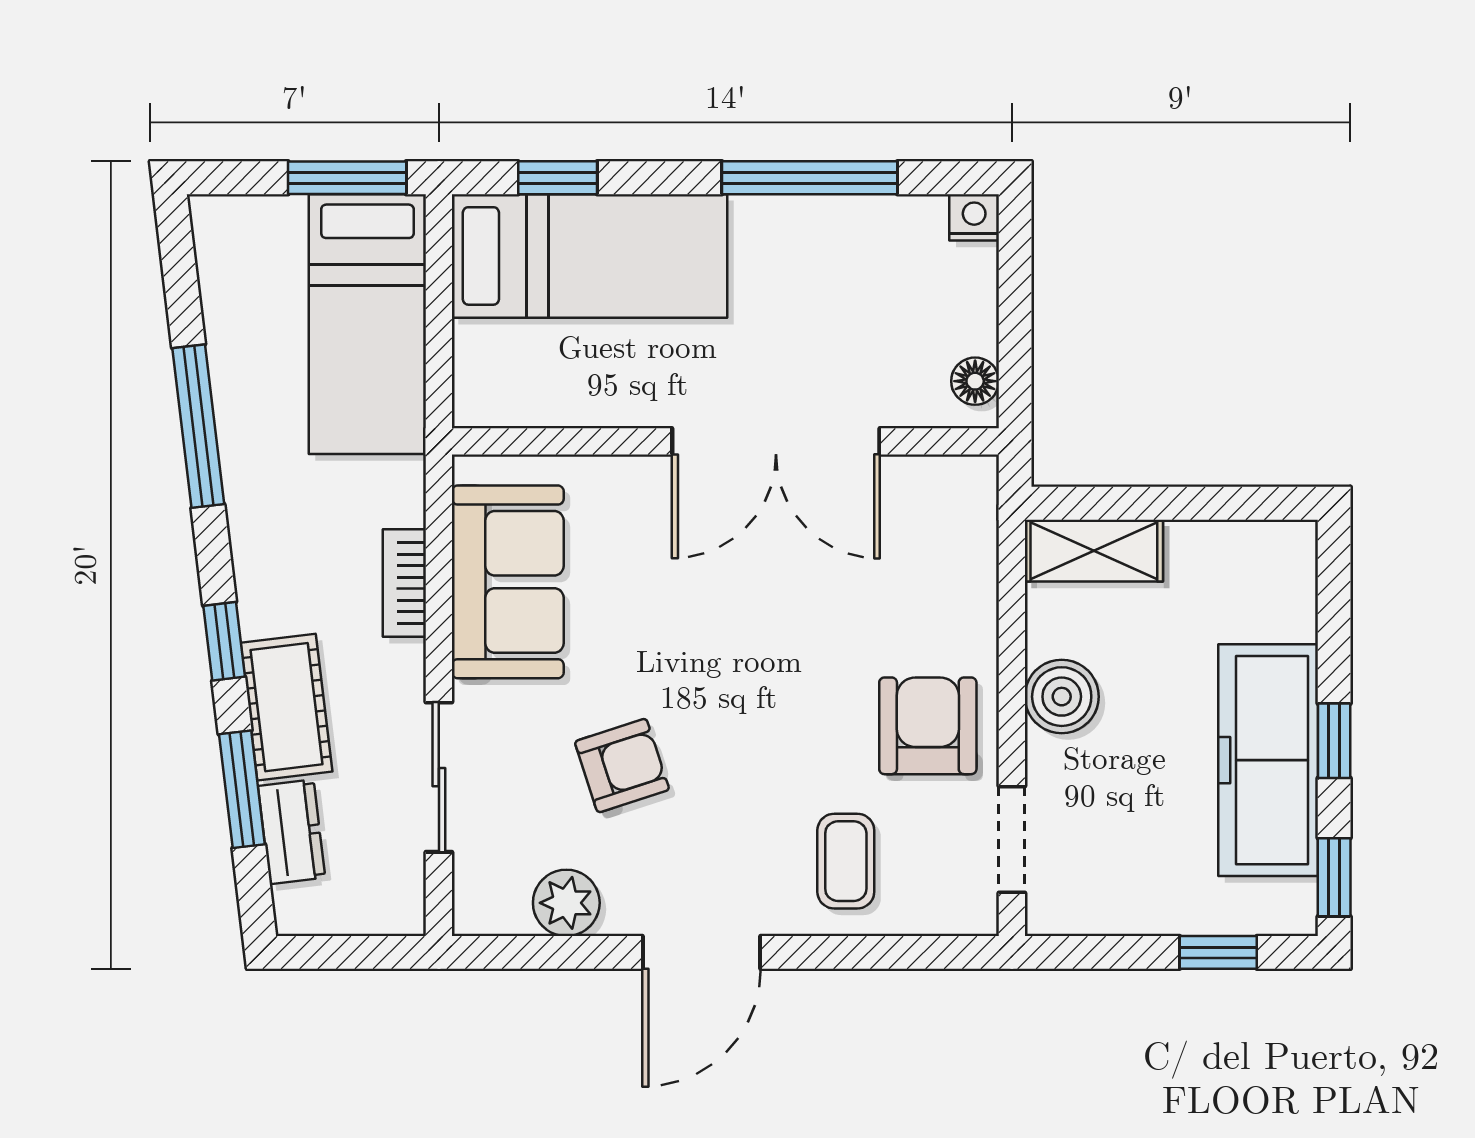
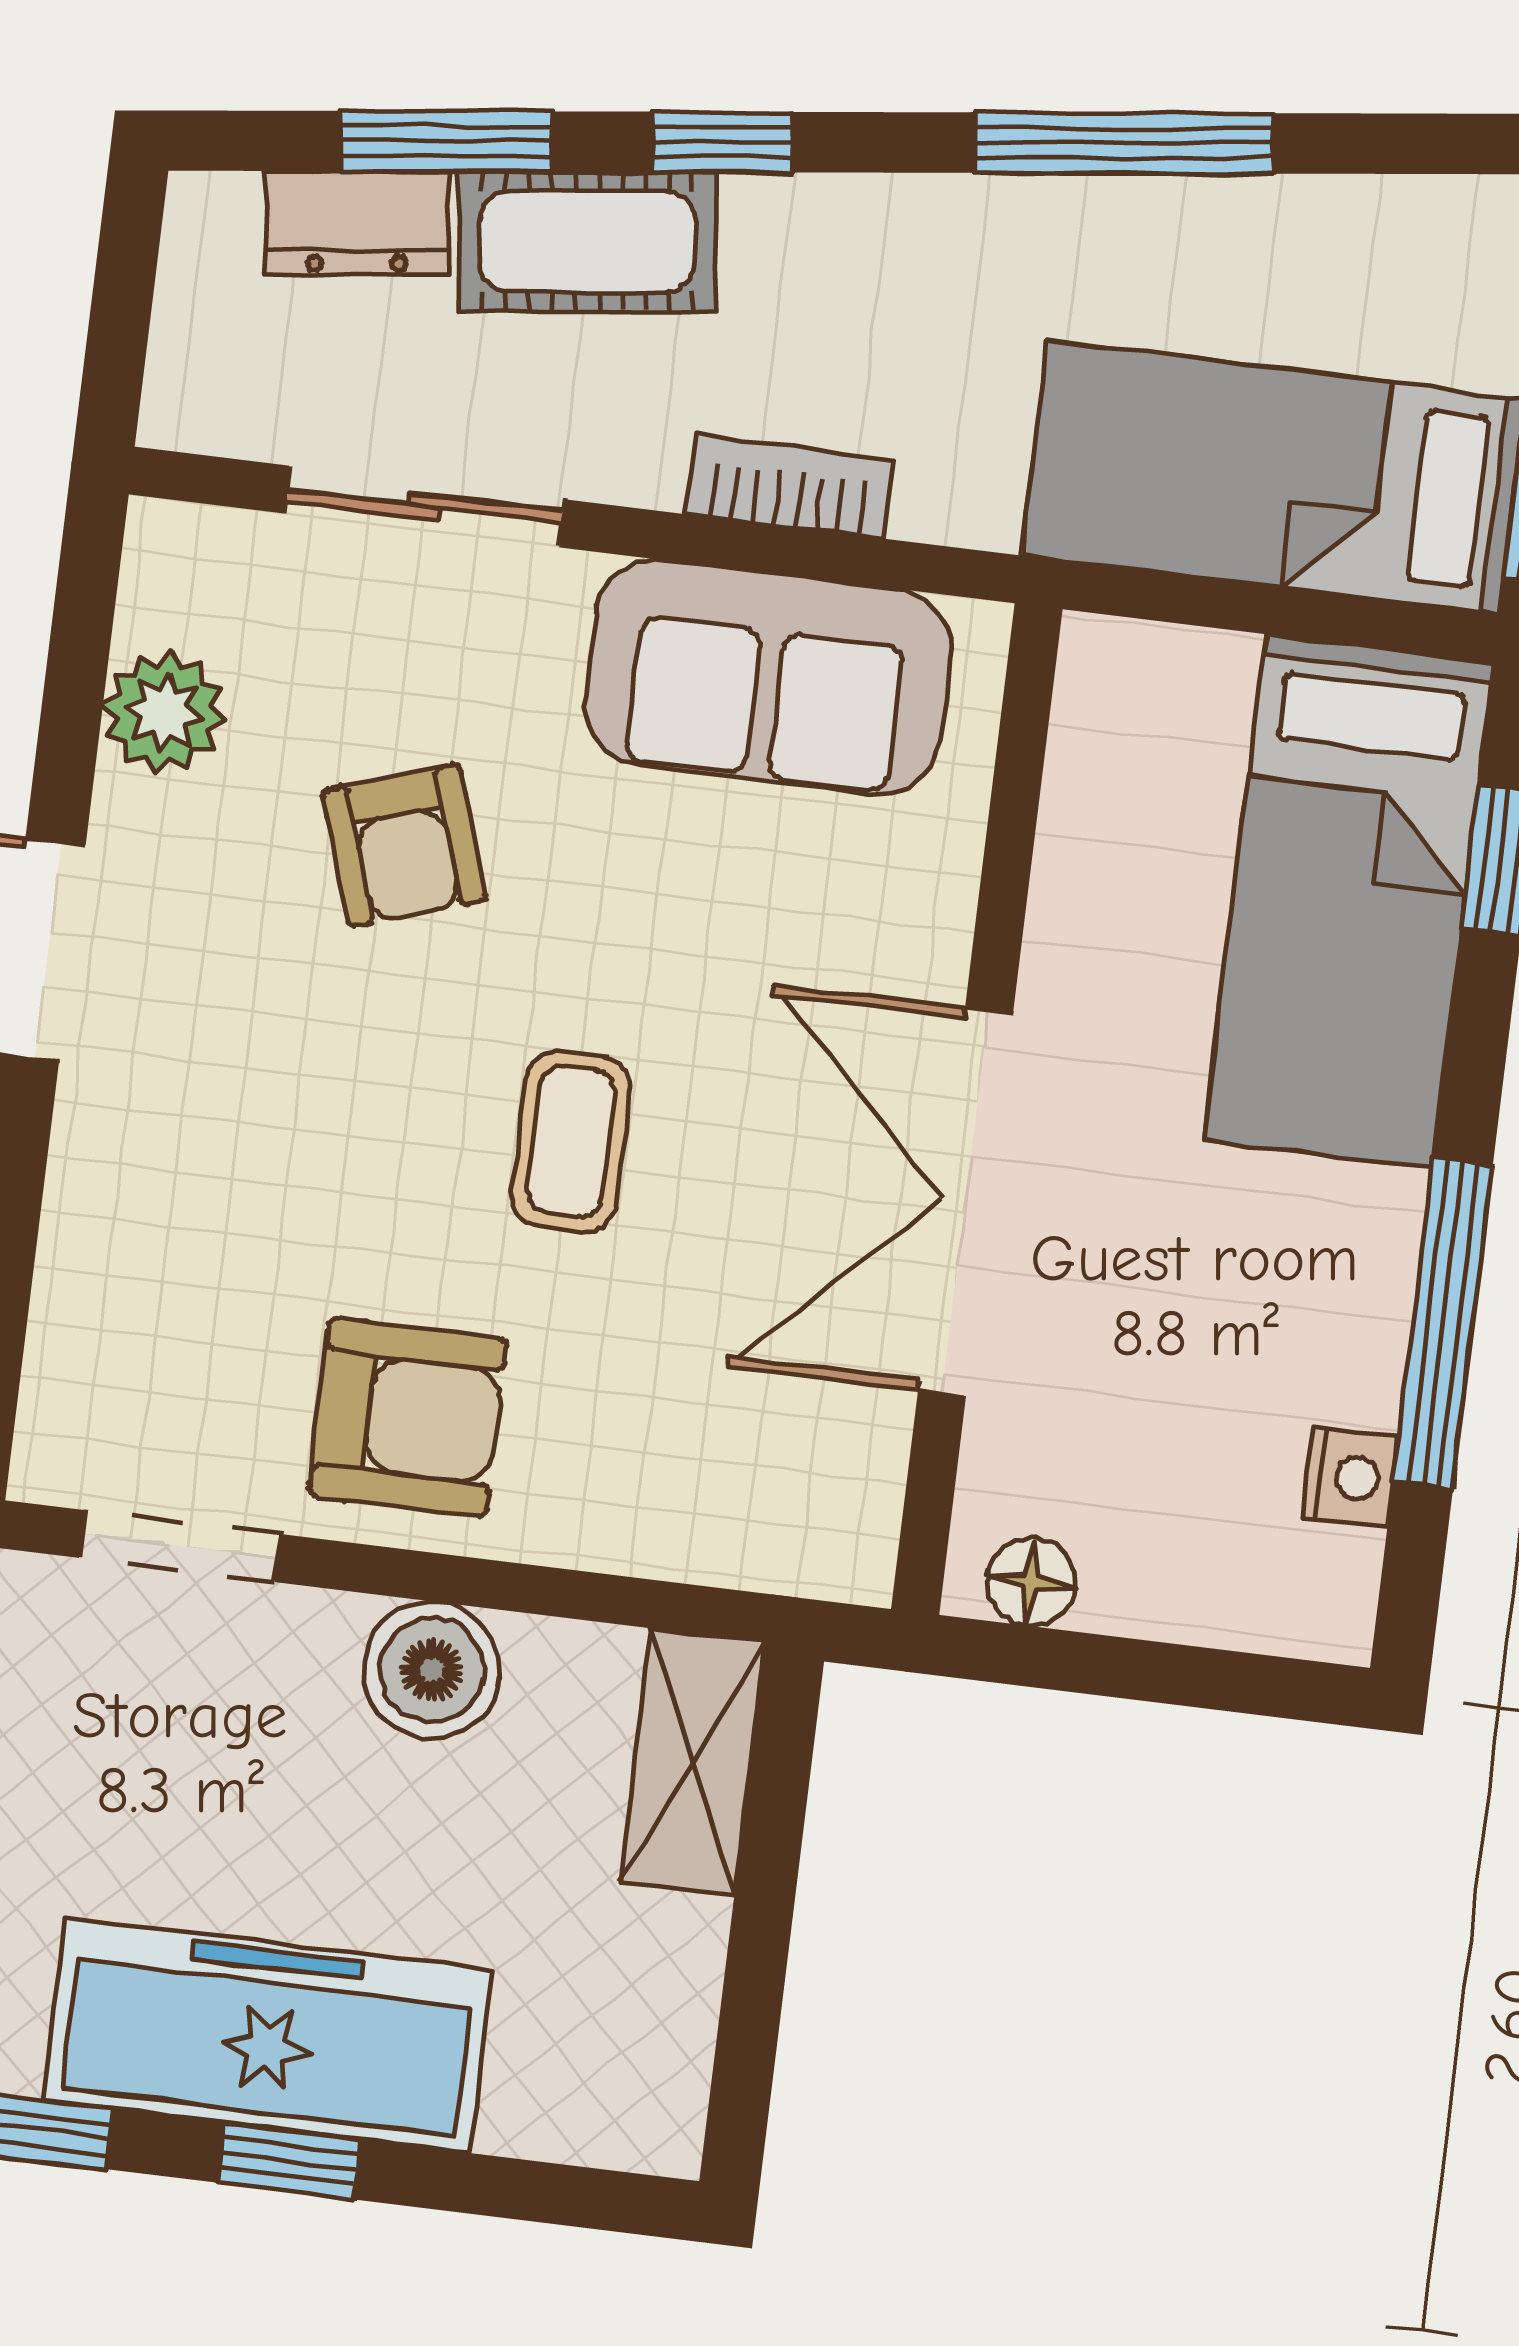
nightstand: (974, 217) -> (1350, 1477), moved
coffee table: (846, 861) -> (571, 1142), moved, turned 90

